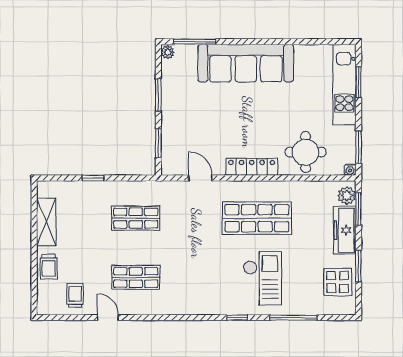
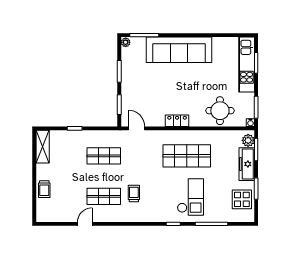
locker: (252, 167) -> (177, 121), width x0.66
door: (200, 178) -> (137, 128), moved
shelving: (46, 222) -> (43, 147), moved
trolley: (75, 295) -> (134, 194), moved
door: (108, 318) -> (85, 224), hinge flipped

